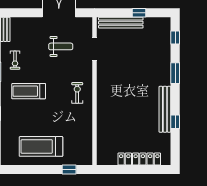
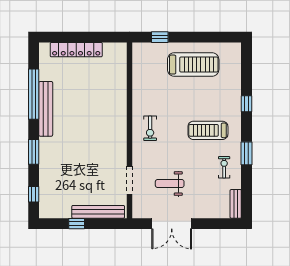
treadmill: (29, 91) -> (208, 130), turned 180
window: (175, 122) -> (34, 94), width x3.17

